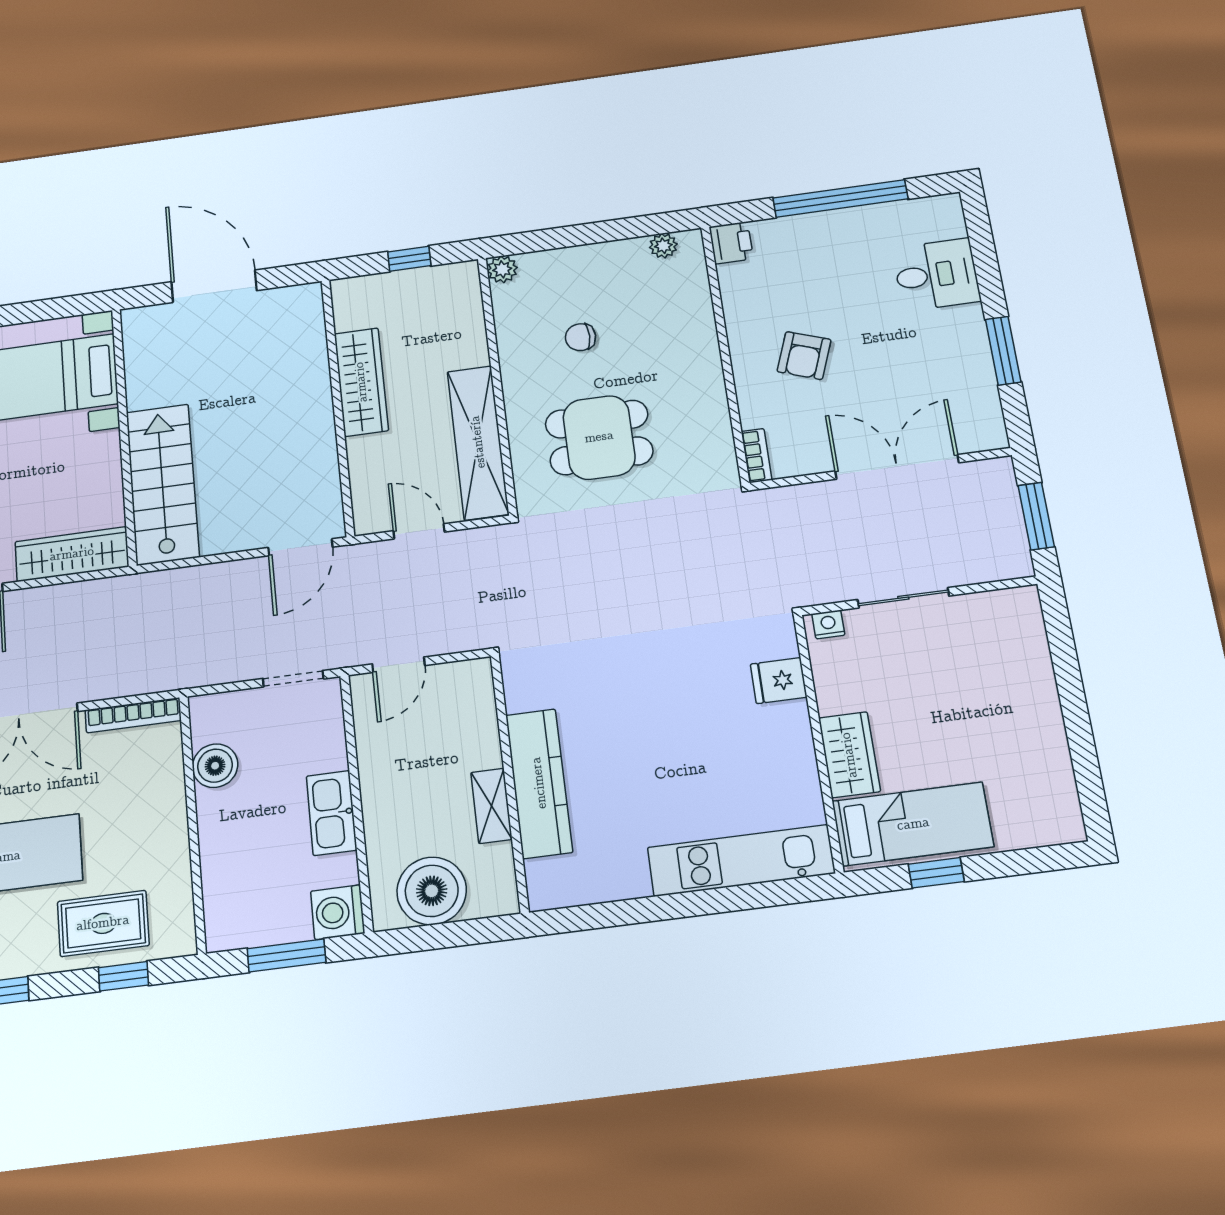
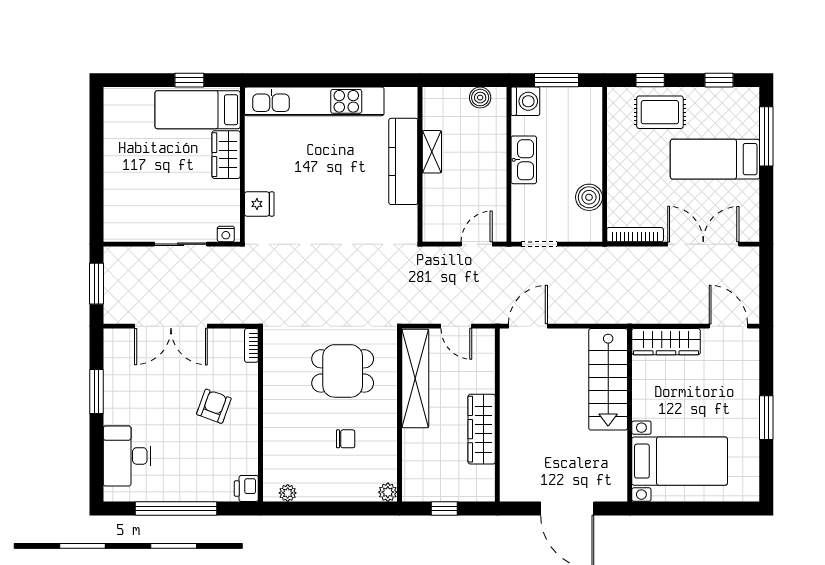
desk: (936, 275) -> (127, 456), width x1.37
kitchen unit: (741, 860) -> (314, 101), width x1.36
boiler: (432, 891) -> (480, 98), width x0.54, depth x0.54

